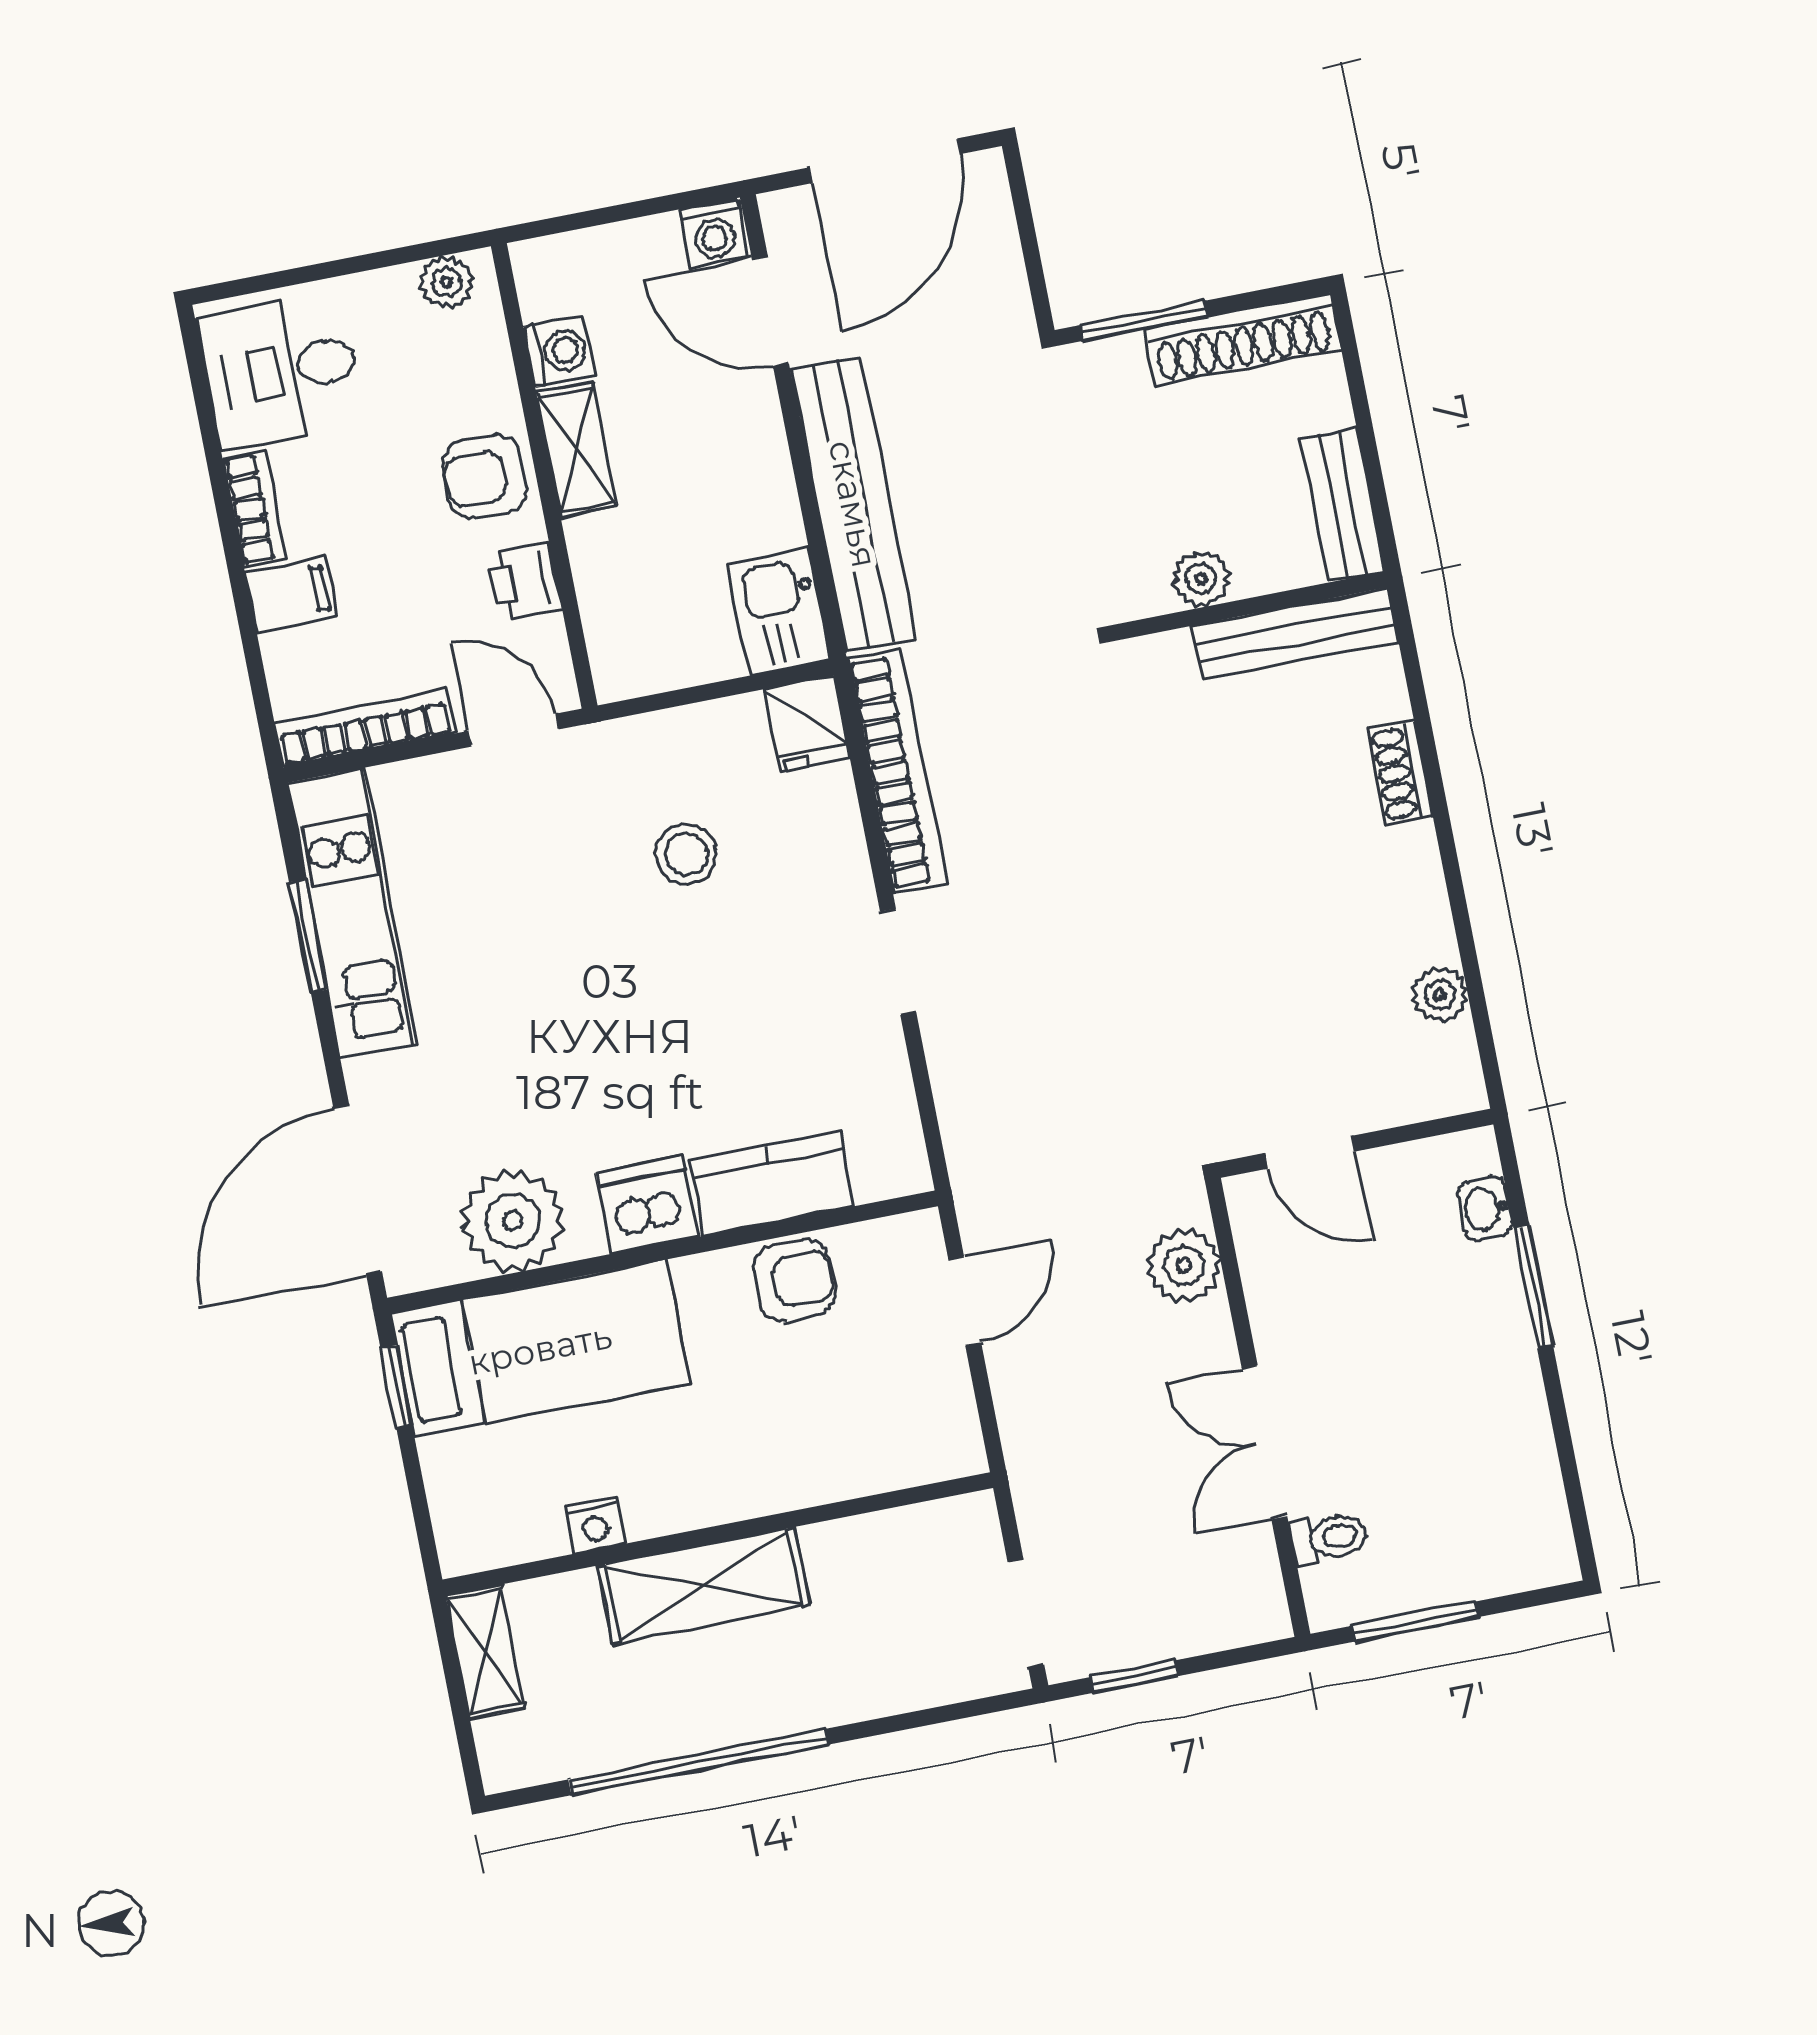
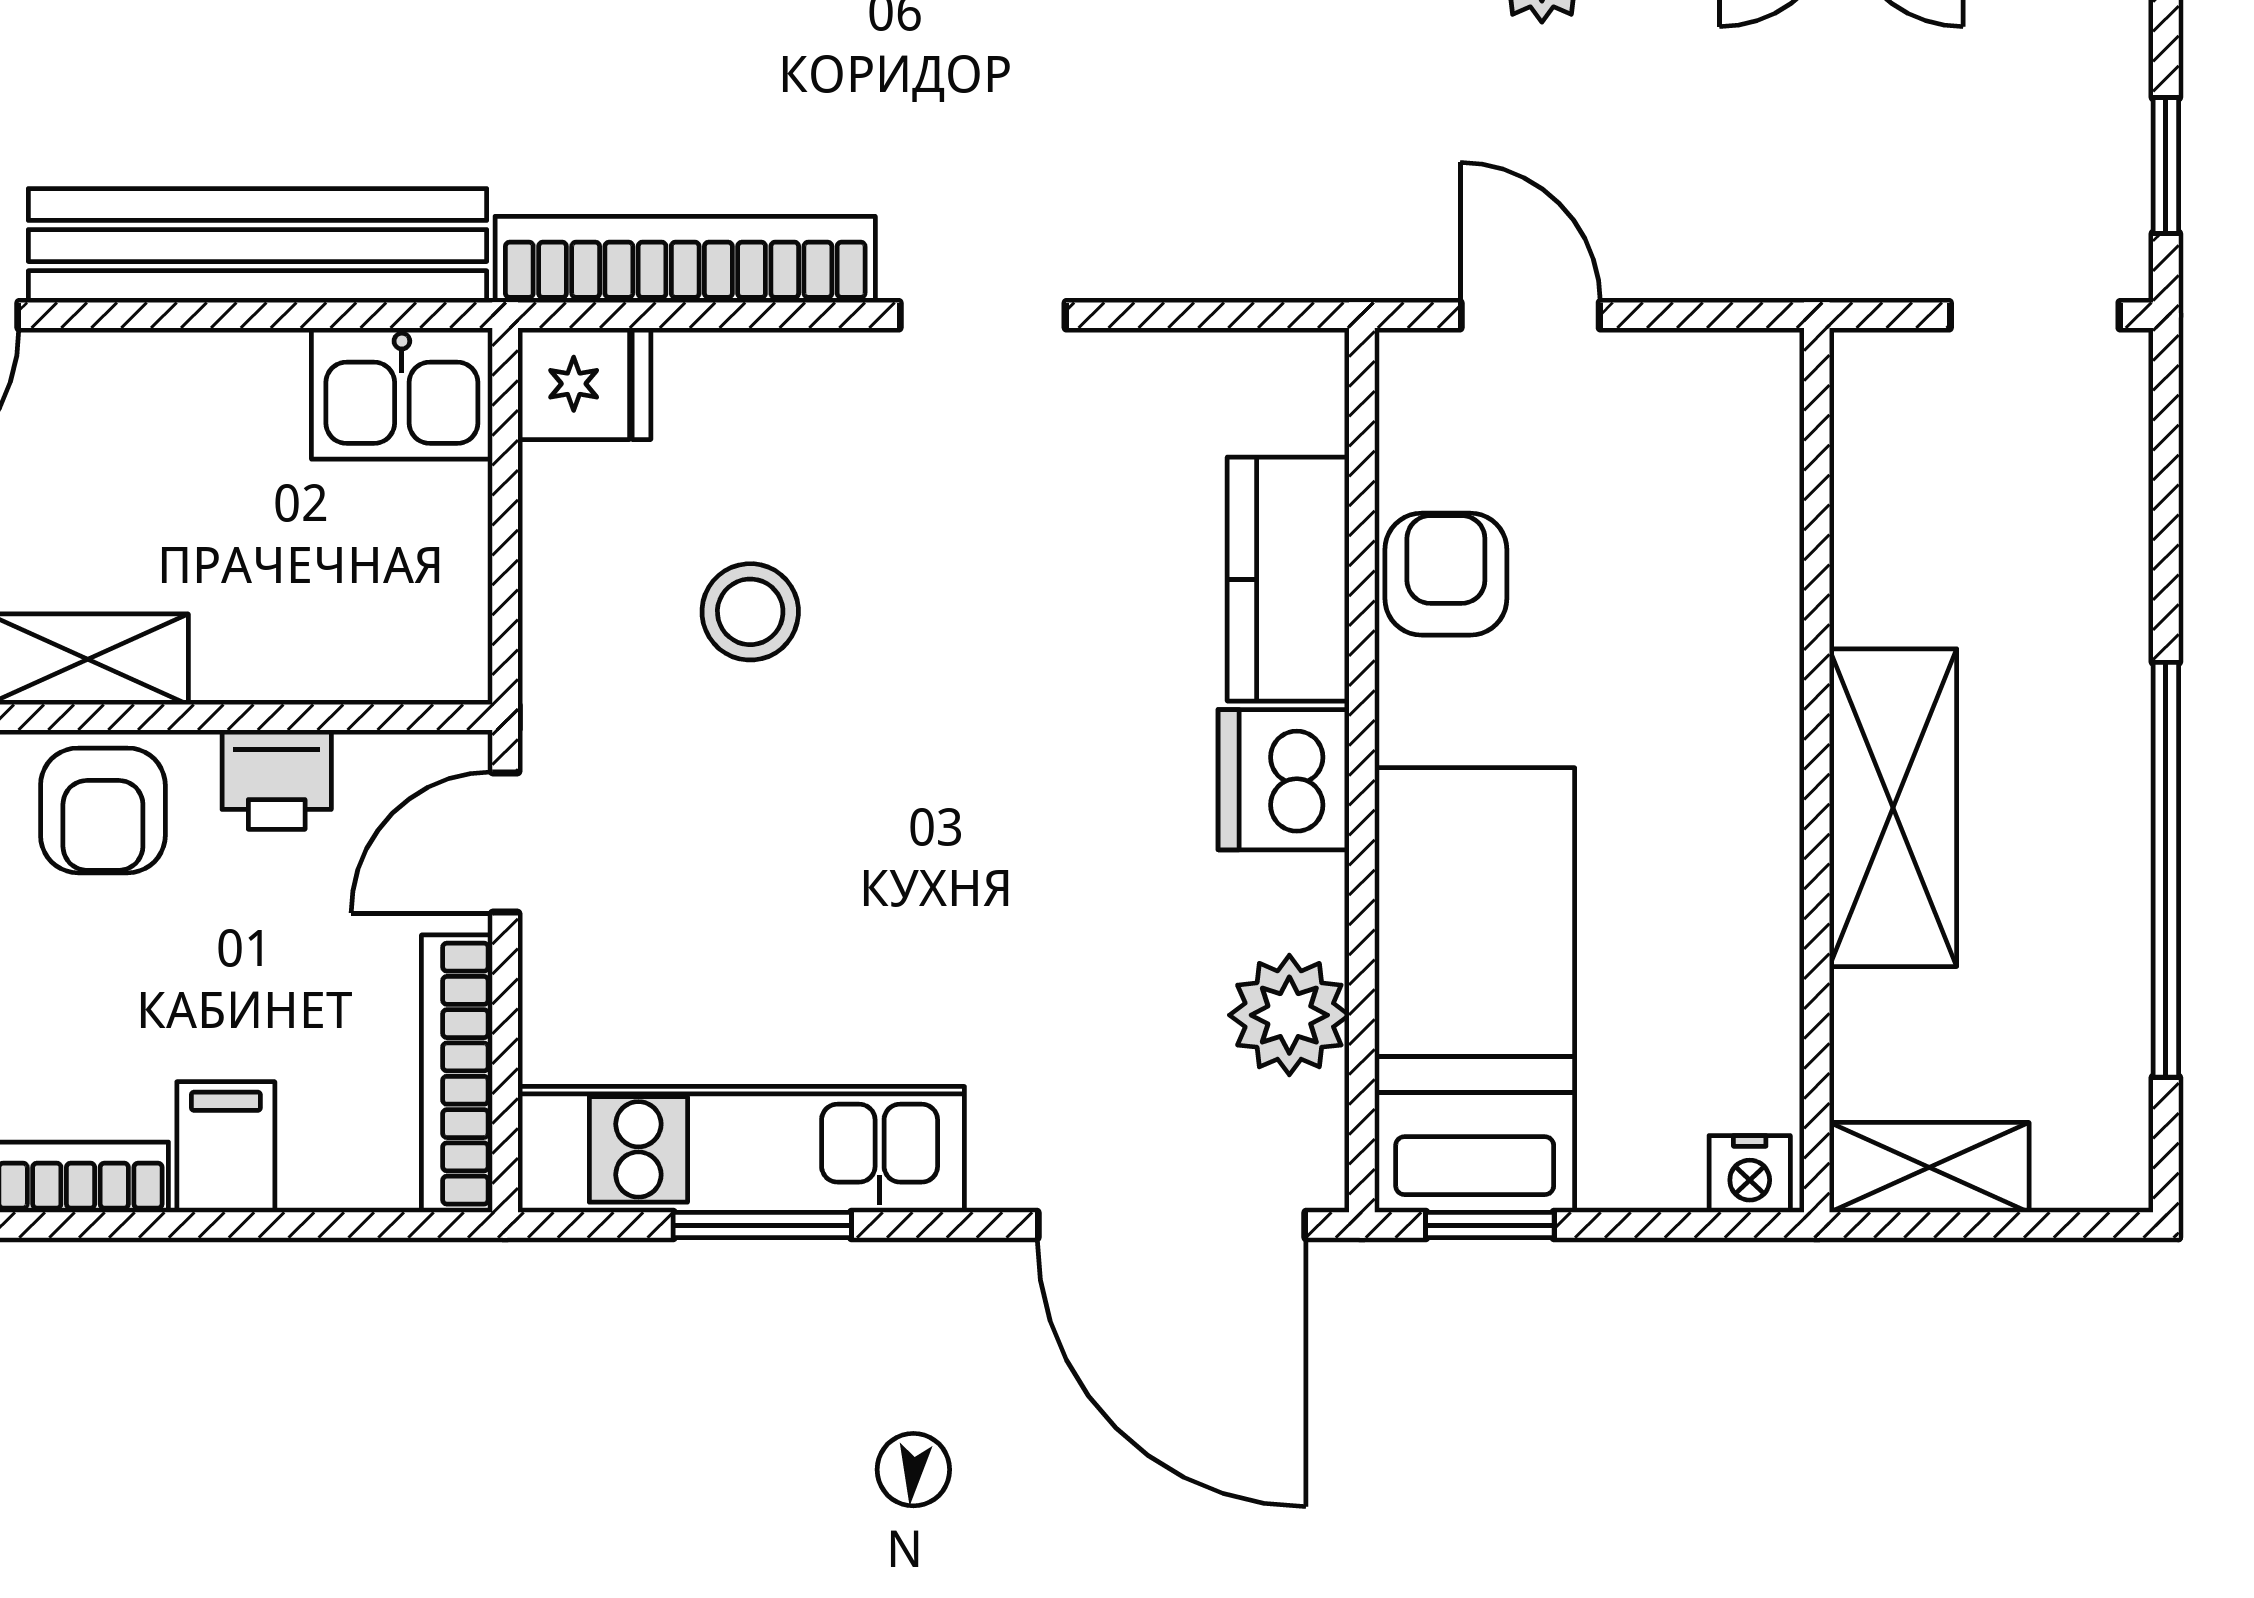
plant: (513, 1221) -> (1289, 1015), width x0.73, depth x0.73
nightstand: (595, 1525) -> (1750, 1174), moved, turned 90

